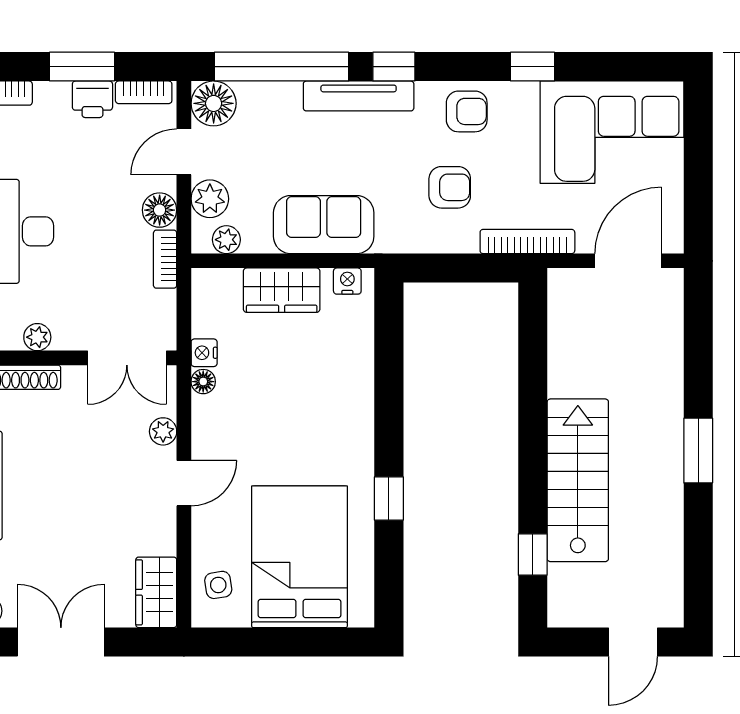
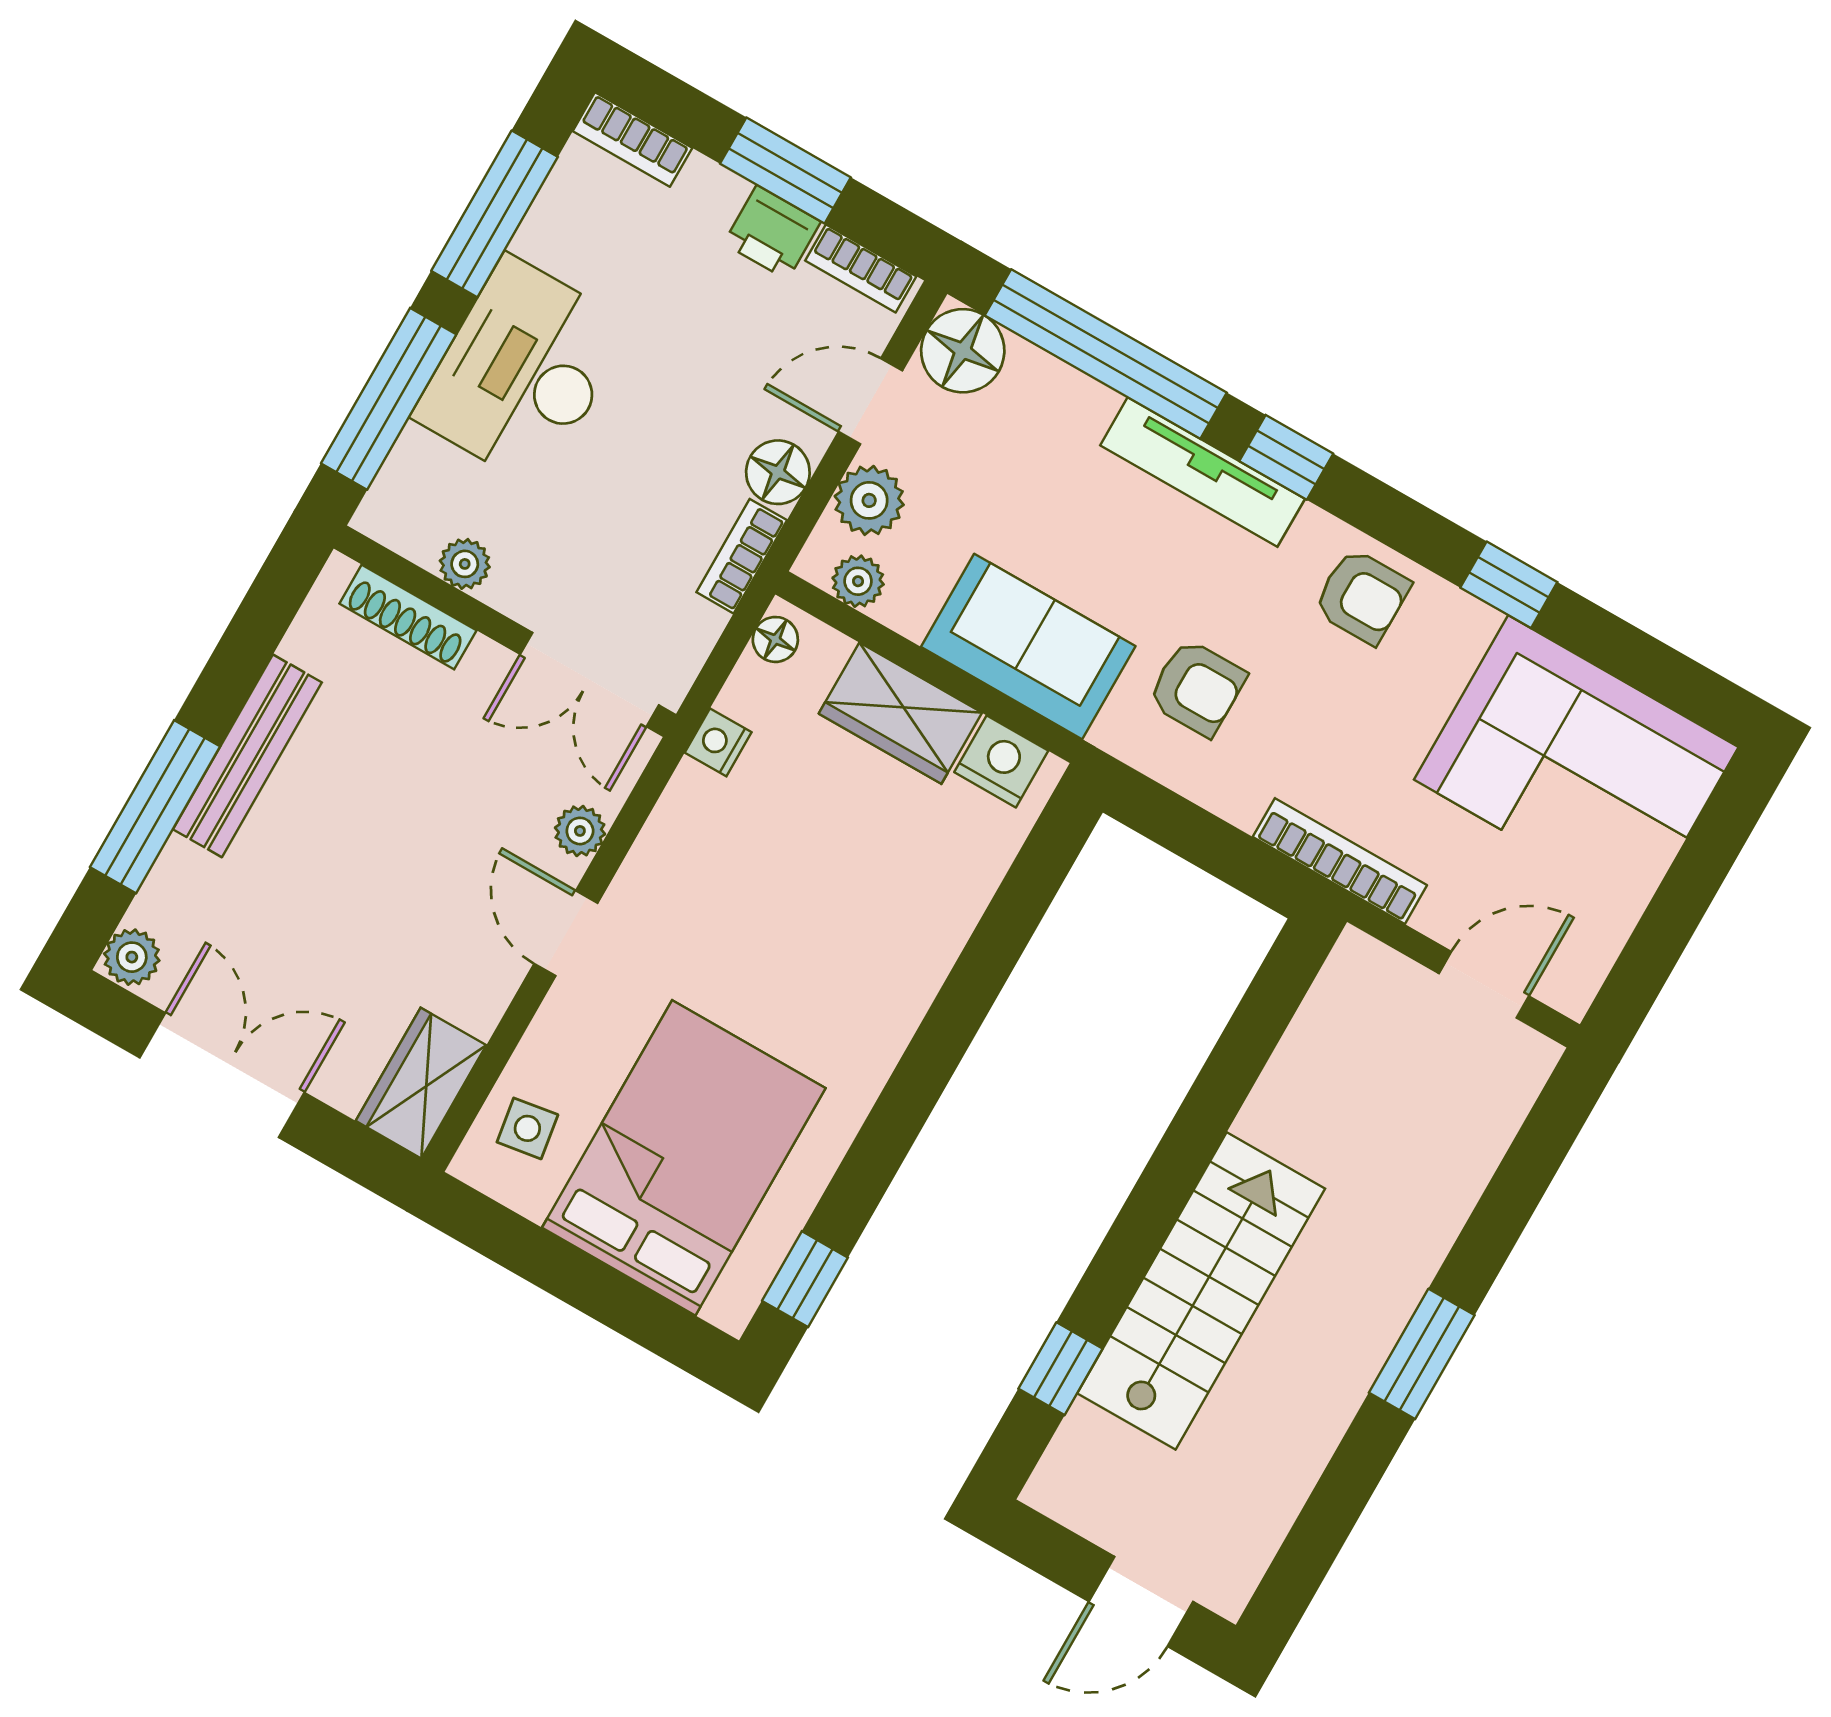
armchair: (450, 187) -> (1197, 688), moved
door: (628, 261) -> (1484, 985), width x0.73
nightstand: (347, 281) -> (1001, 761), width x1.39, depth x1.35
floor lamp: (203, 382) -> (775, 639), moved
door: (184, 483) -> (566, 933), swing flipped
window: (389, 499) -> (805, 1279), moved

